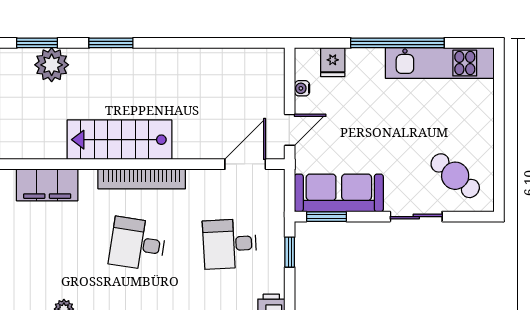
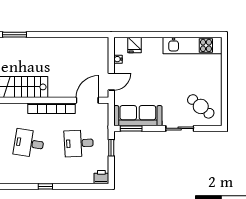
window: (397, 43) -> (170, 35), removed
bookcase: (142, 179) -> (51, 108), moved

